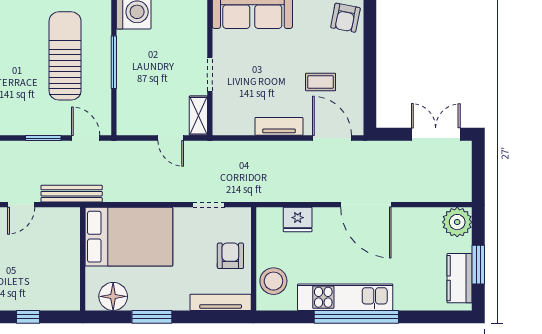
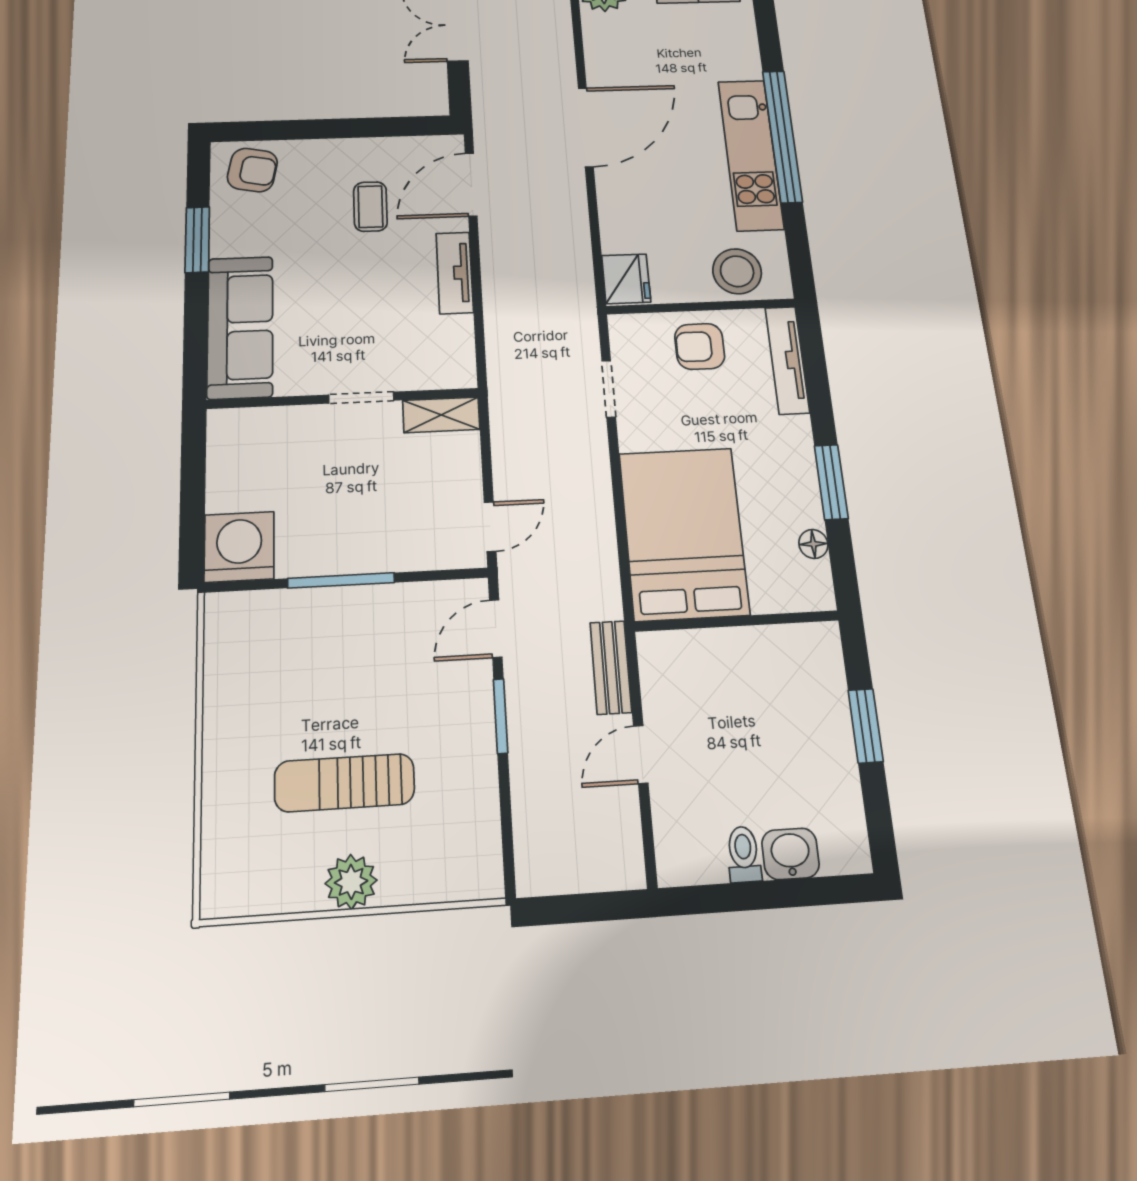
sun lounger: (65, 56) -> (344, 783), moved, width x0.73, depth x0.75
door: (171, 138) -> (490, 527), moved
bench: (72, 194) -> (611, 667), width x0.73
door: (21, 205) -> (641, 754), swing flipped
fridge: (298, 220) -> (626, 279), moved
floor lamp: (113, 296) -> (813, 544), width x0.53, depth x0.53
window: (28, 317) -> (866, 726), width x1.50

